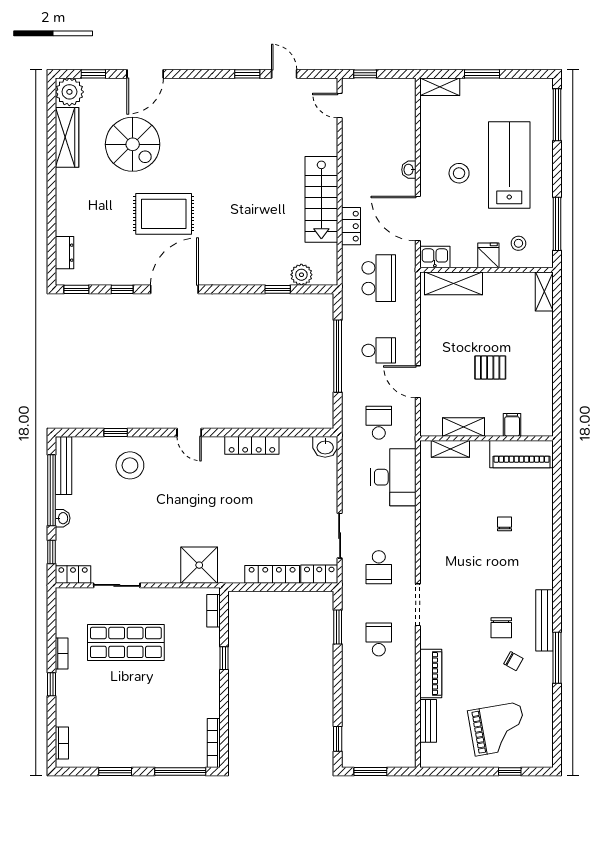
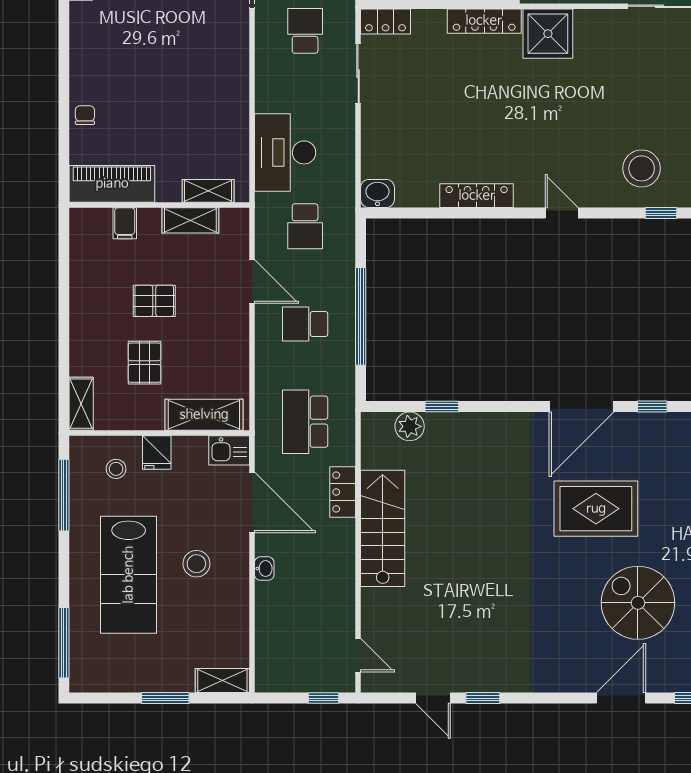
pallet: (497, 322) -> (144, 363), added
chair: (504, 524) -> (85, 115), moved, turned 180
locker: (272, 574) -> (484, 21), moved

